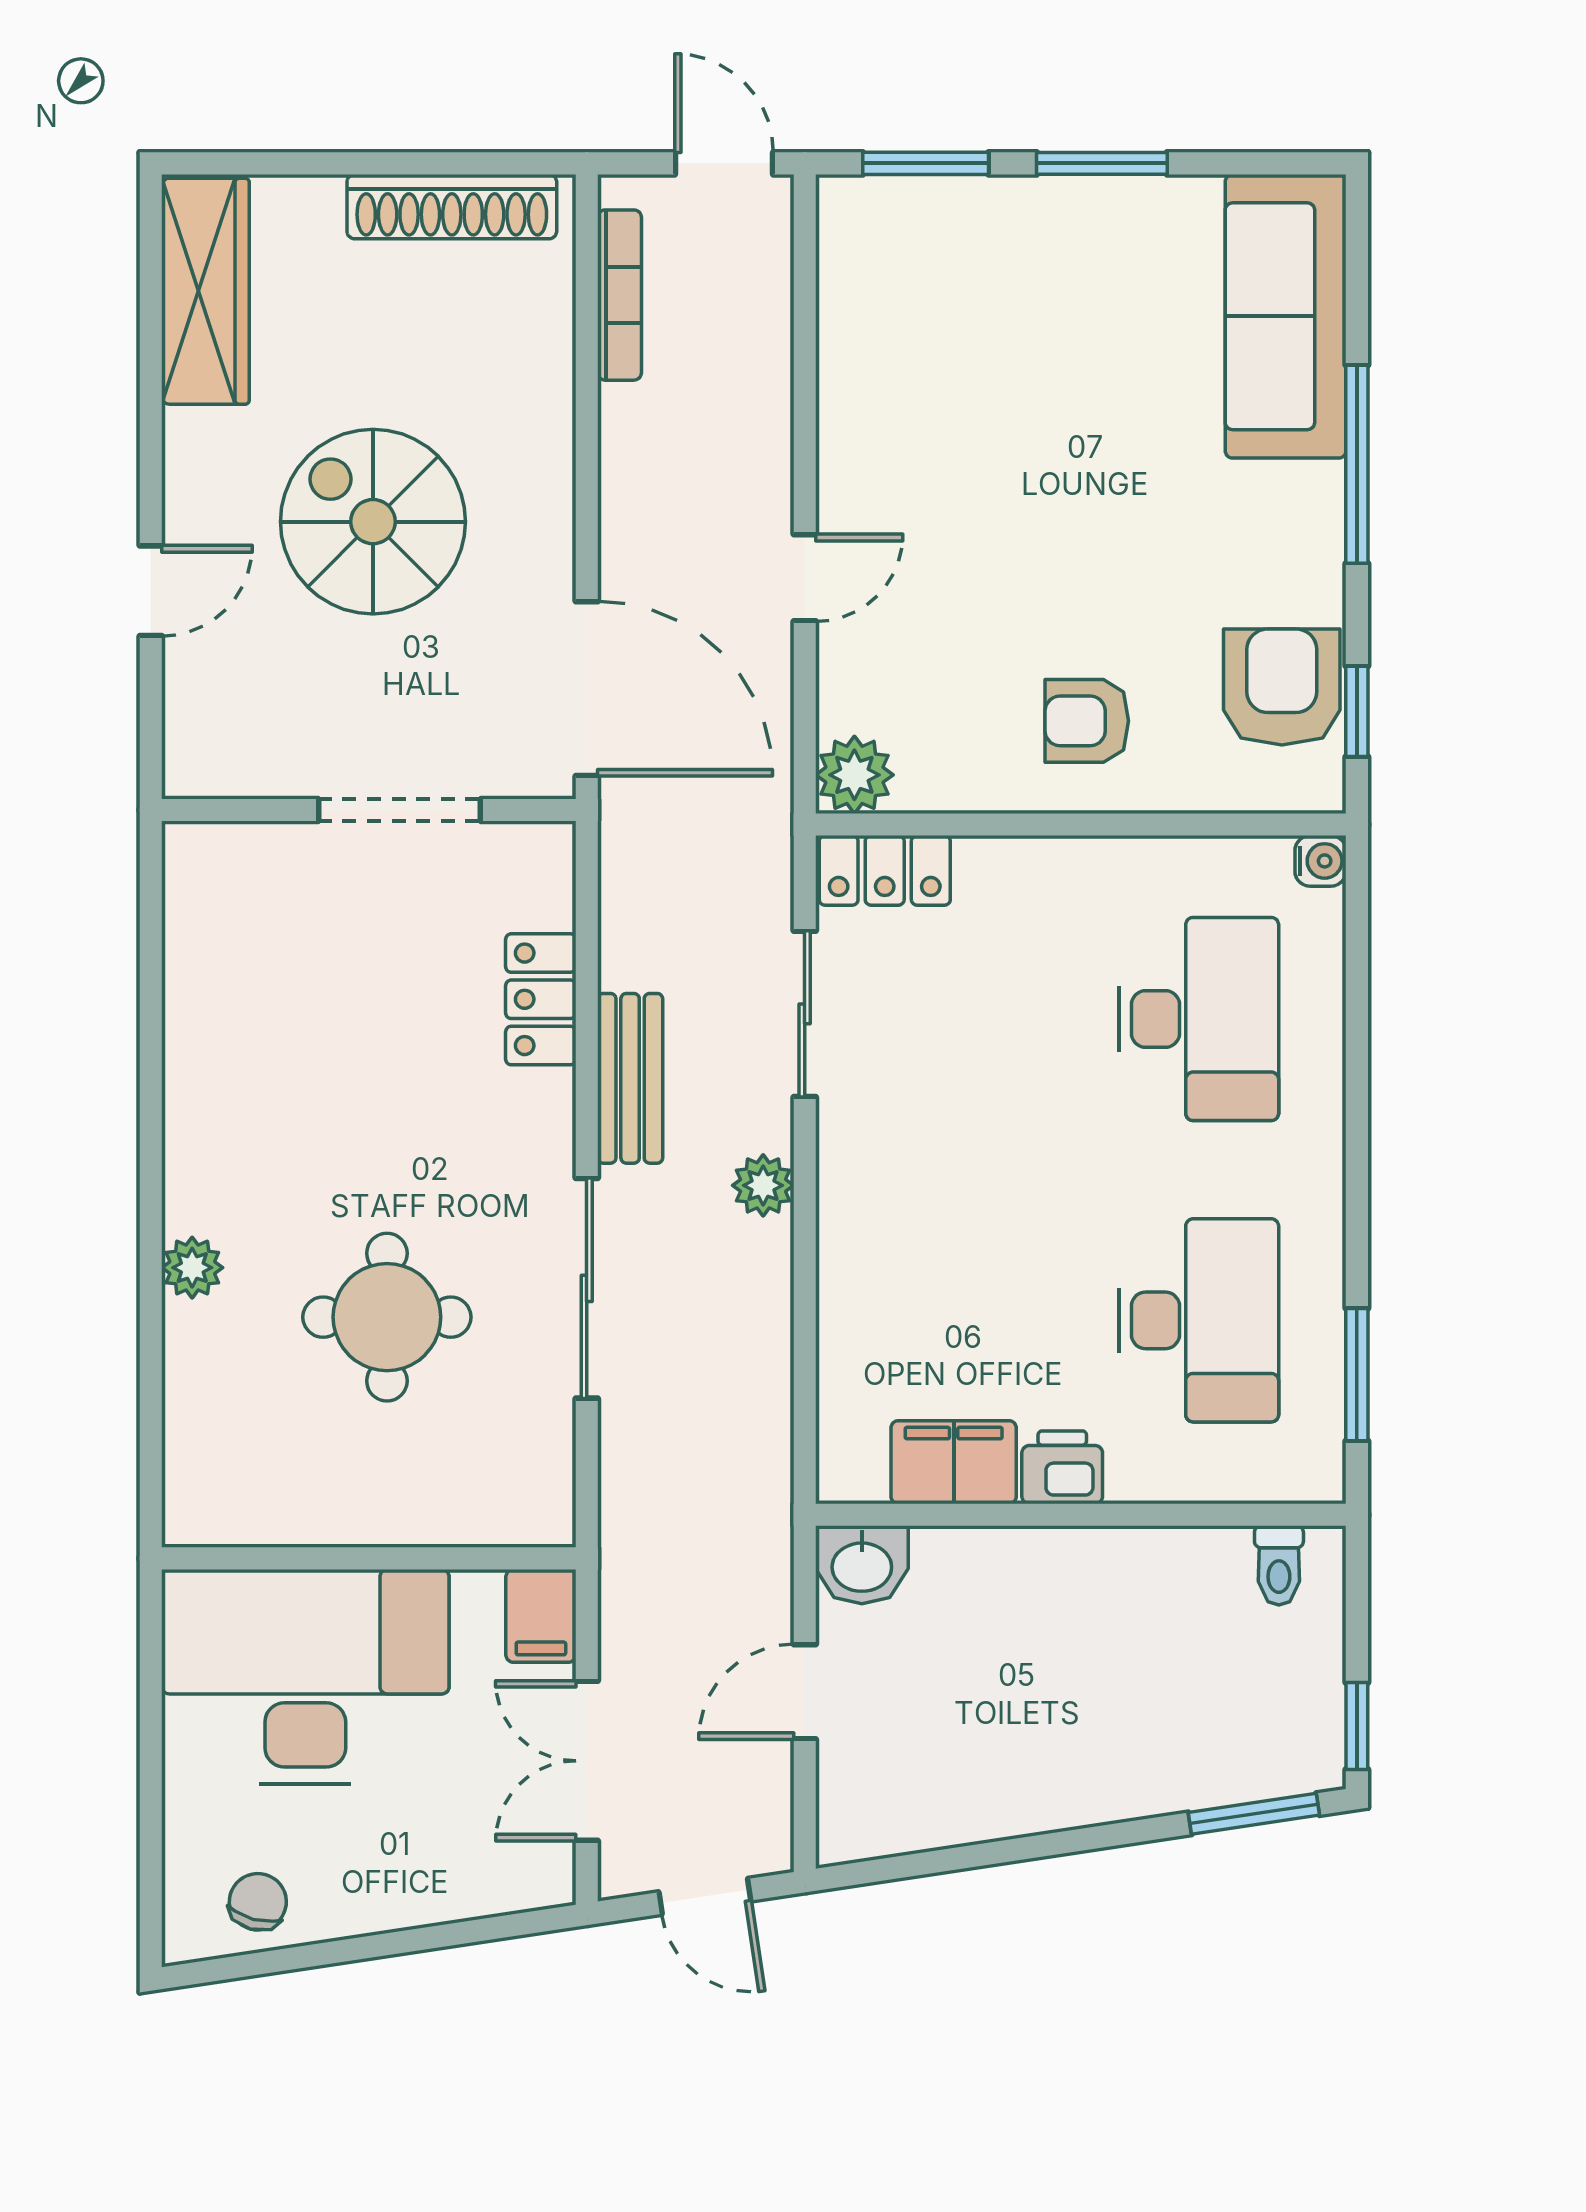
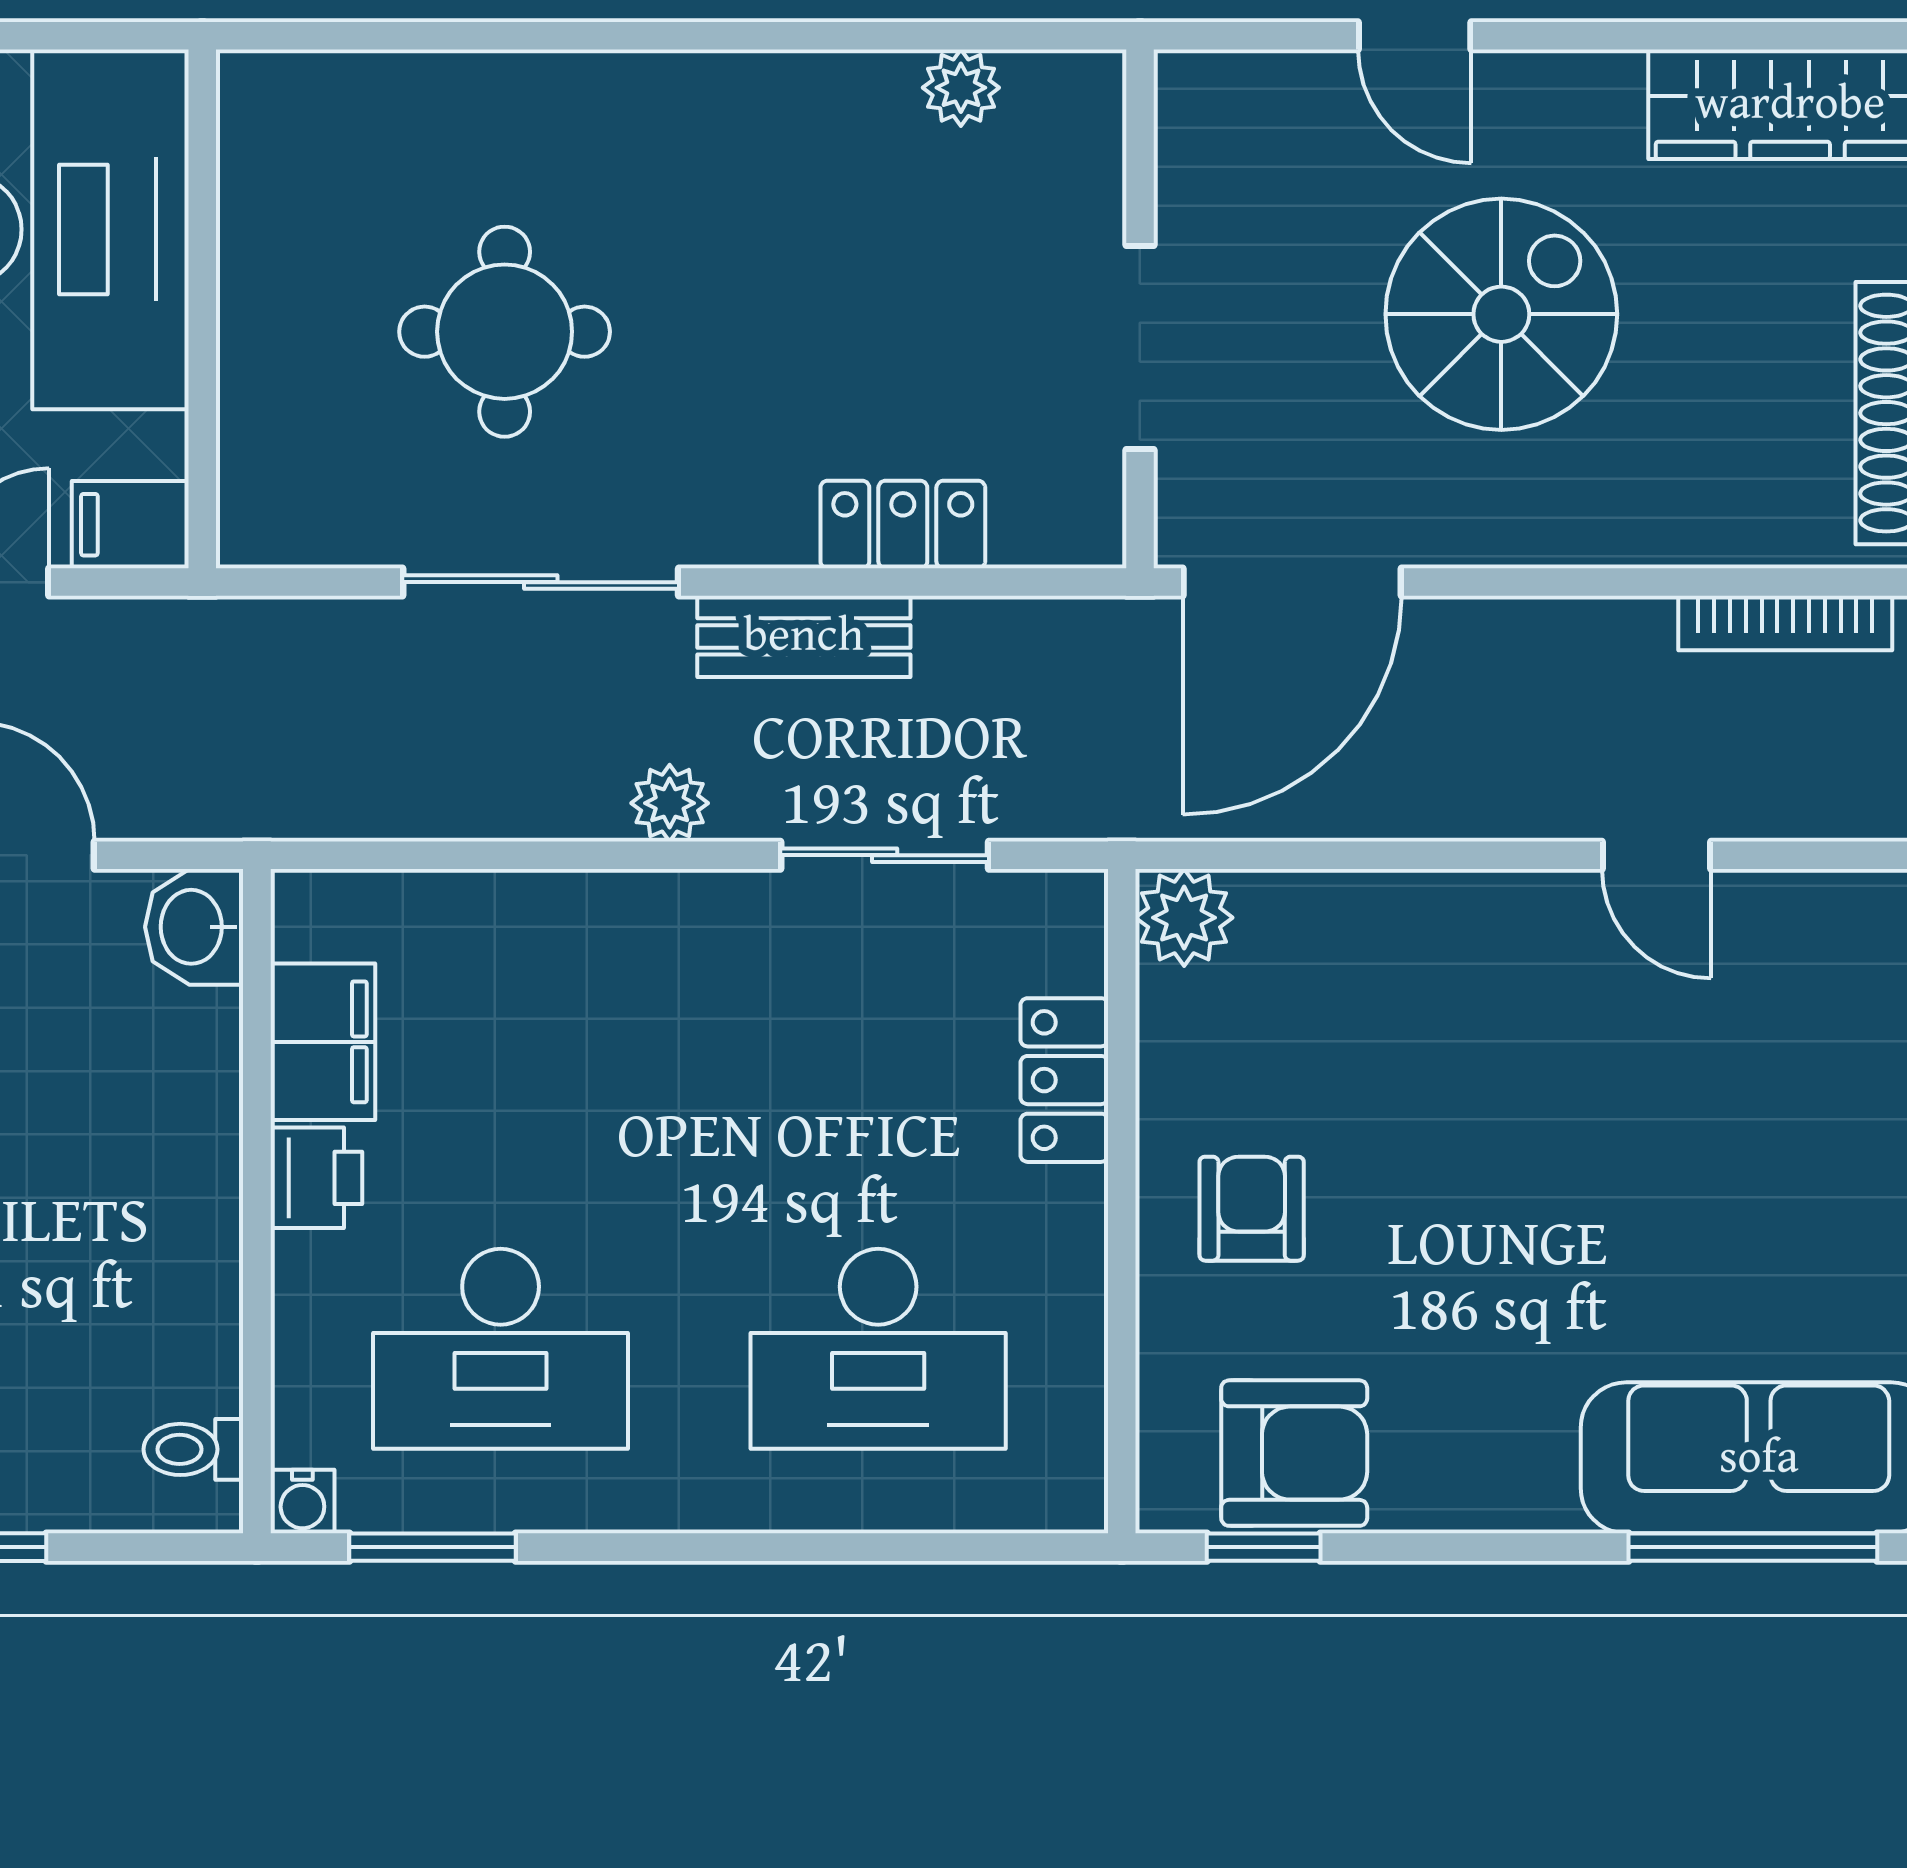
window: (1357, 464) -> (1753, 1547), moved
door: (805, 578) -> (1656, 855), moved
water cooler: (1321, 861) -> (302, 1502), moved
locker: (885, 870) -> (1064, 1080), moved
plant: (192, 1268) -> (961, 88), moved

